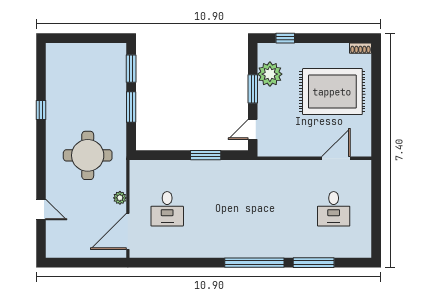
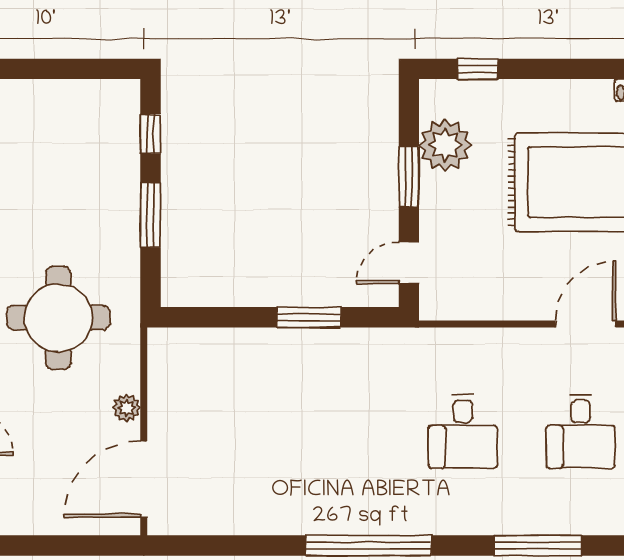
window: (131, 69) -> (150, 134), width x0.67
desk: (167, 209) -> (463, 431), moved
window: (254, 263) -> (369, 545), moved

